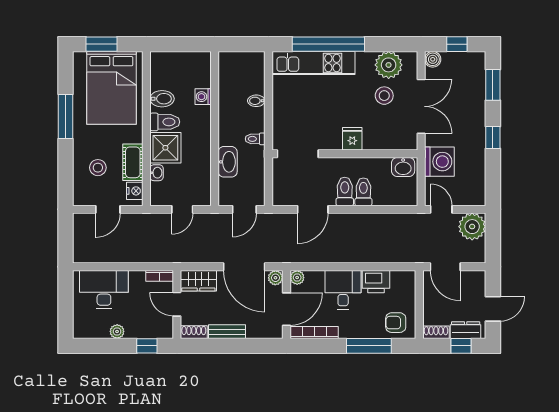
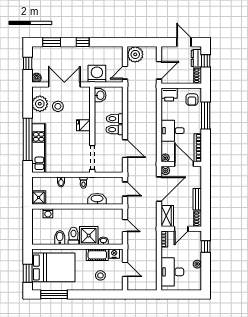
shower: (230, 63) -> (39, 197), added
washing machine: (203, 97) -> (48, 213), moved
window: (66, 116) -> (54, 294), moved
printer: (376, 282) -> (169, 94), moved, turned 90

